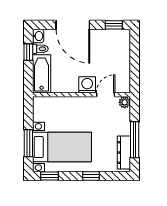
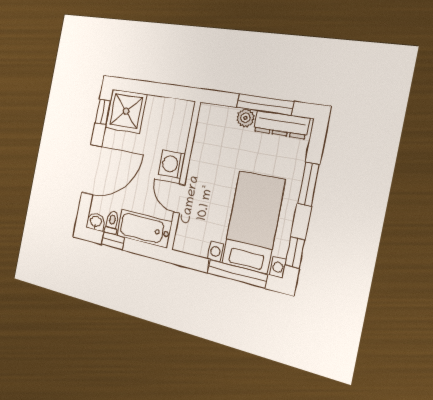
shower: (117, 43) -> (126, 111), added
door: (106, 95) -> (179, 199), moved
plant: (125, 102) -> (245, 118), moved
window: (28, 143) -> (237, 274), width x1.44
window: (91, 176) -> (308, 184), width x1.50

